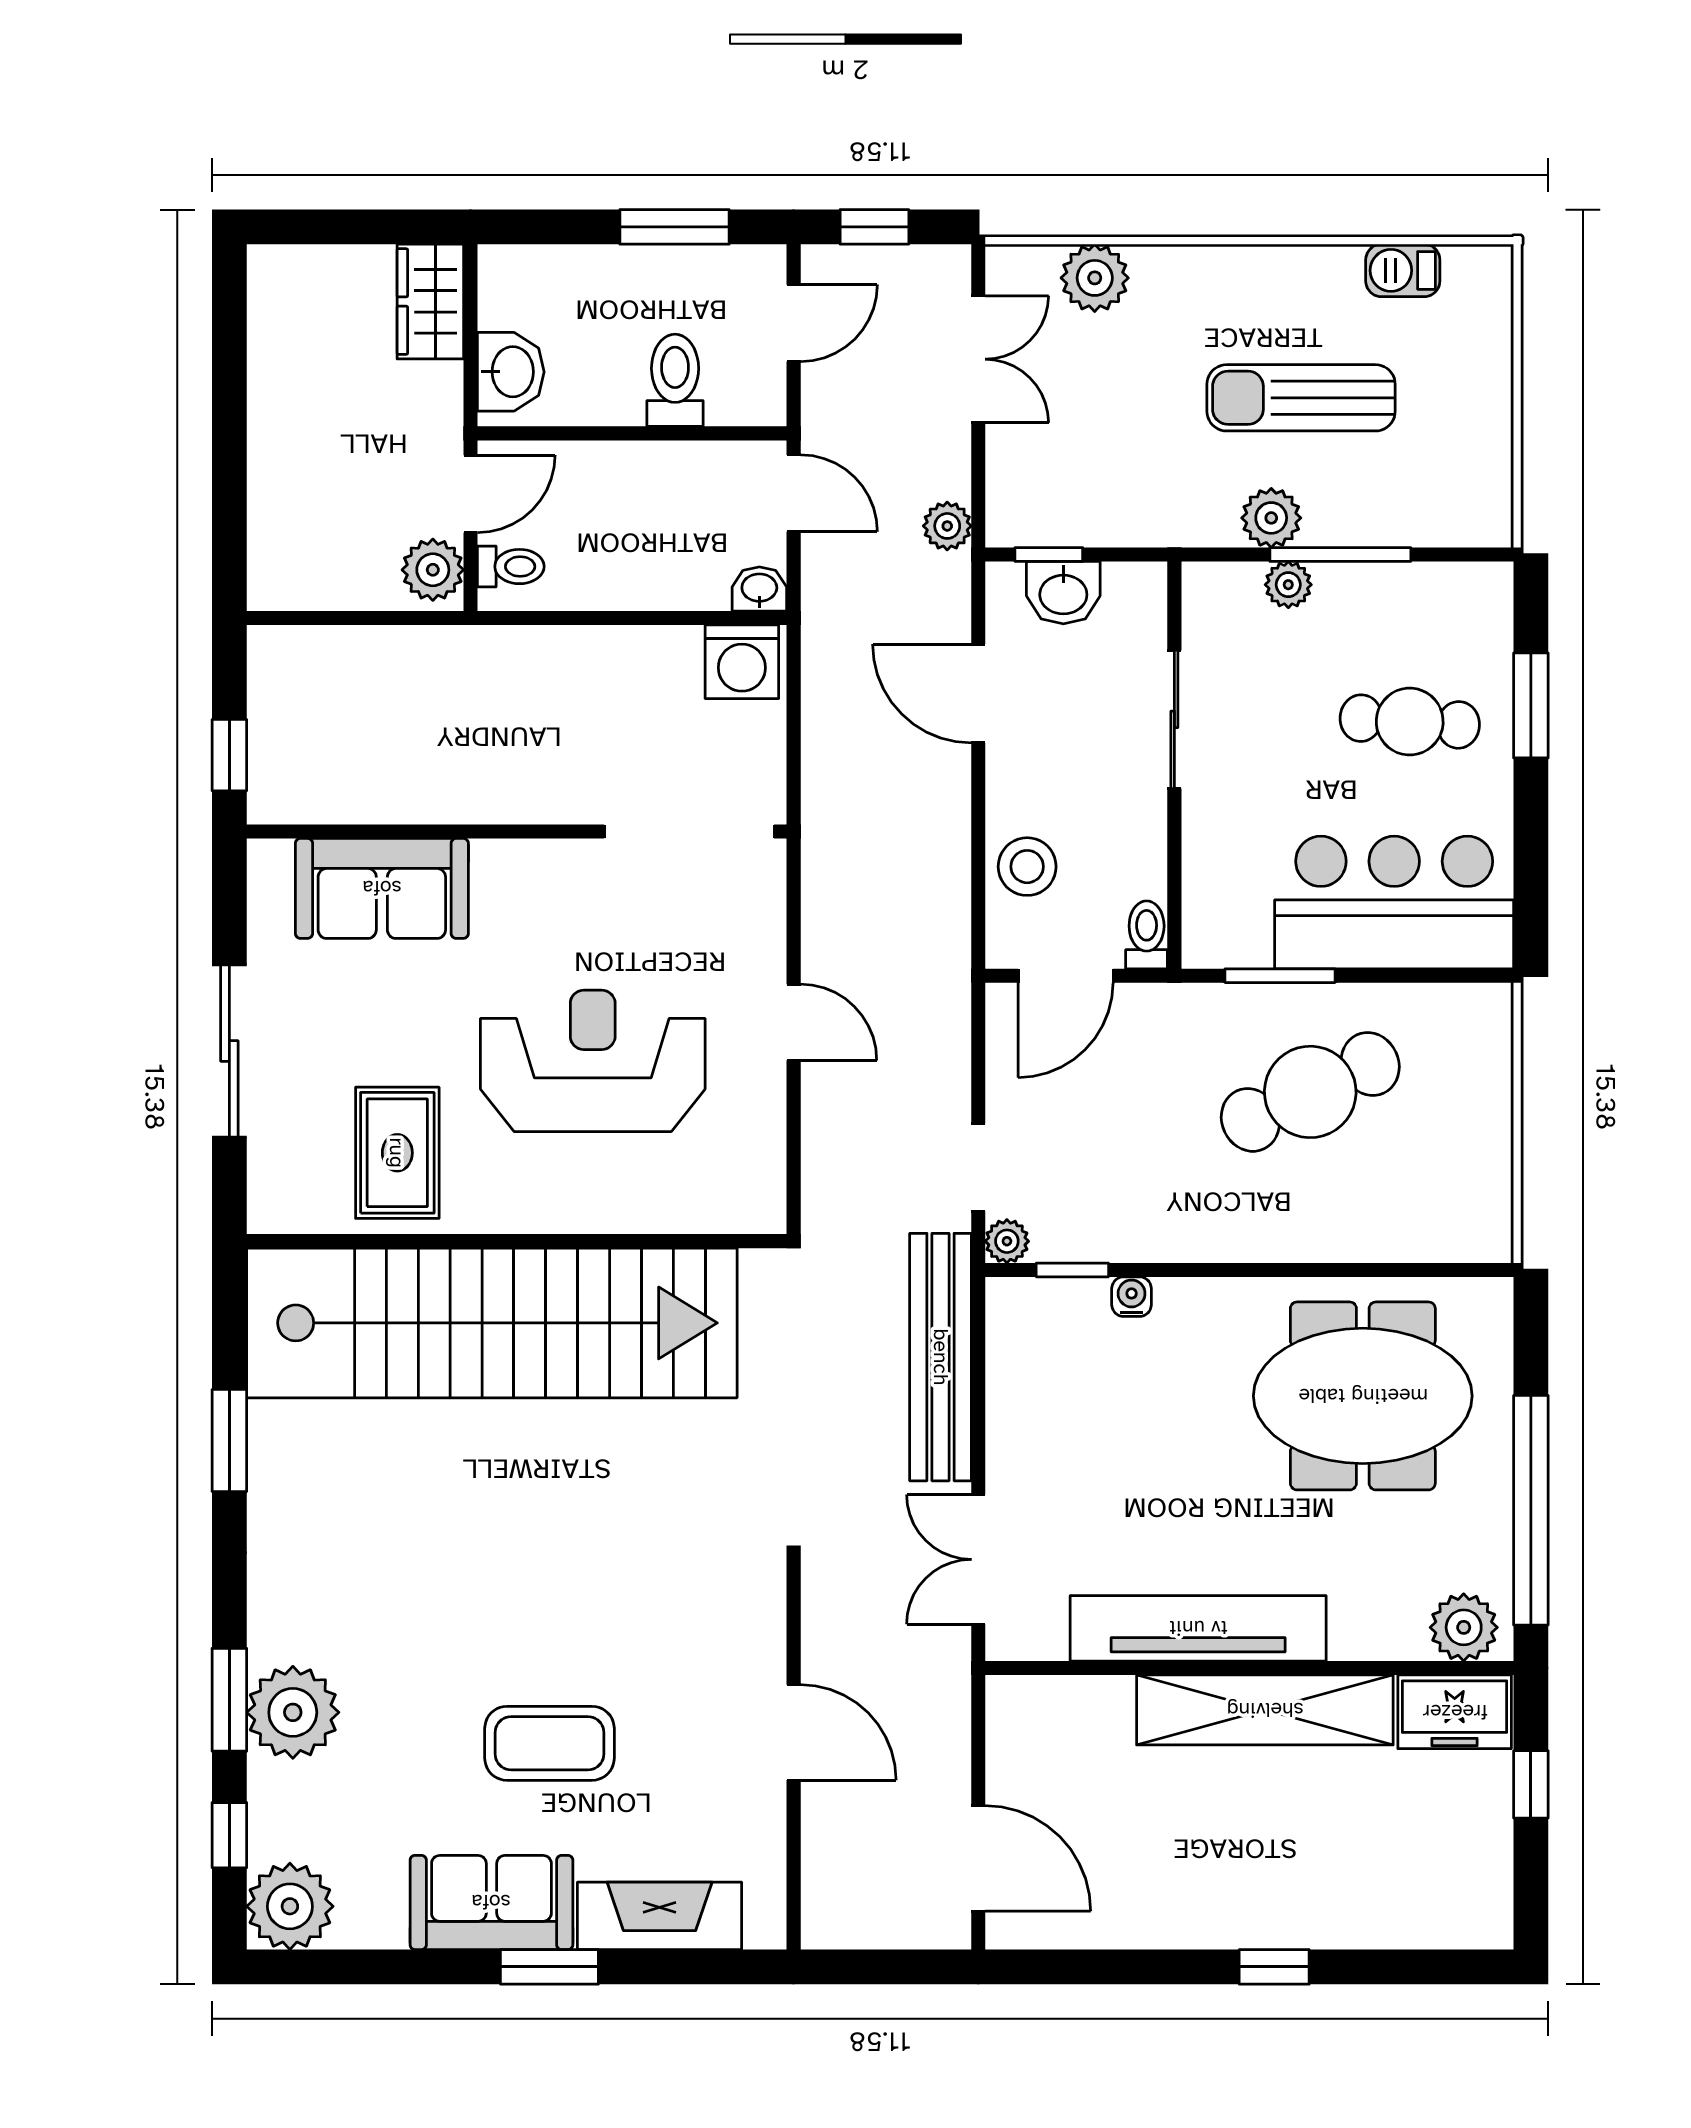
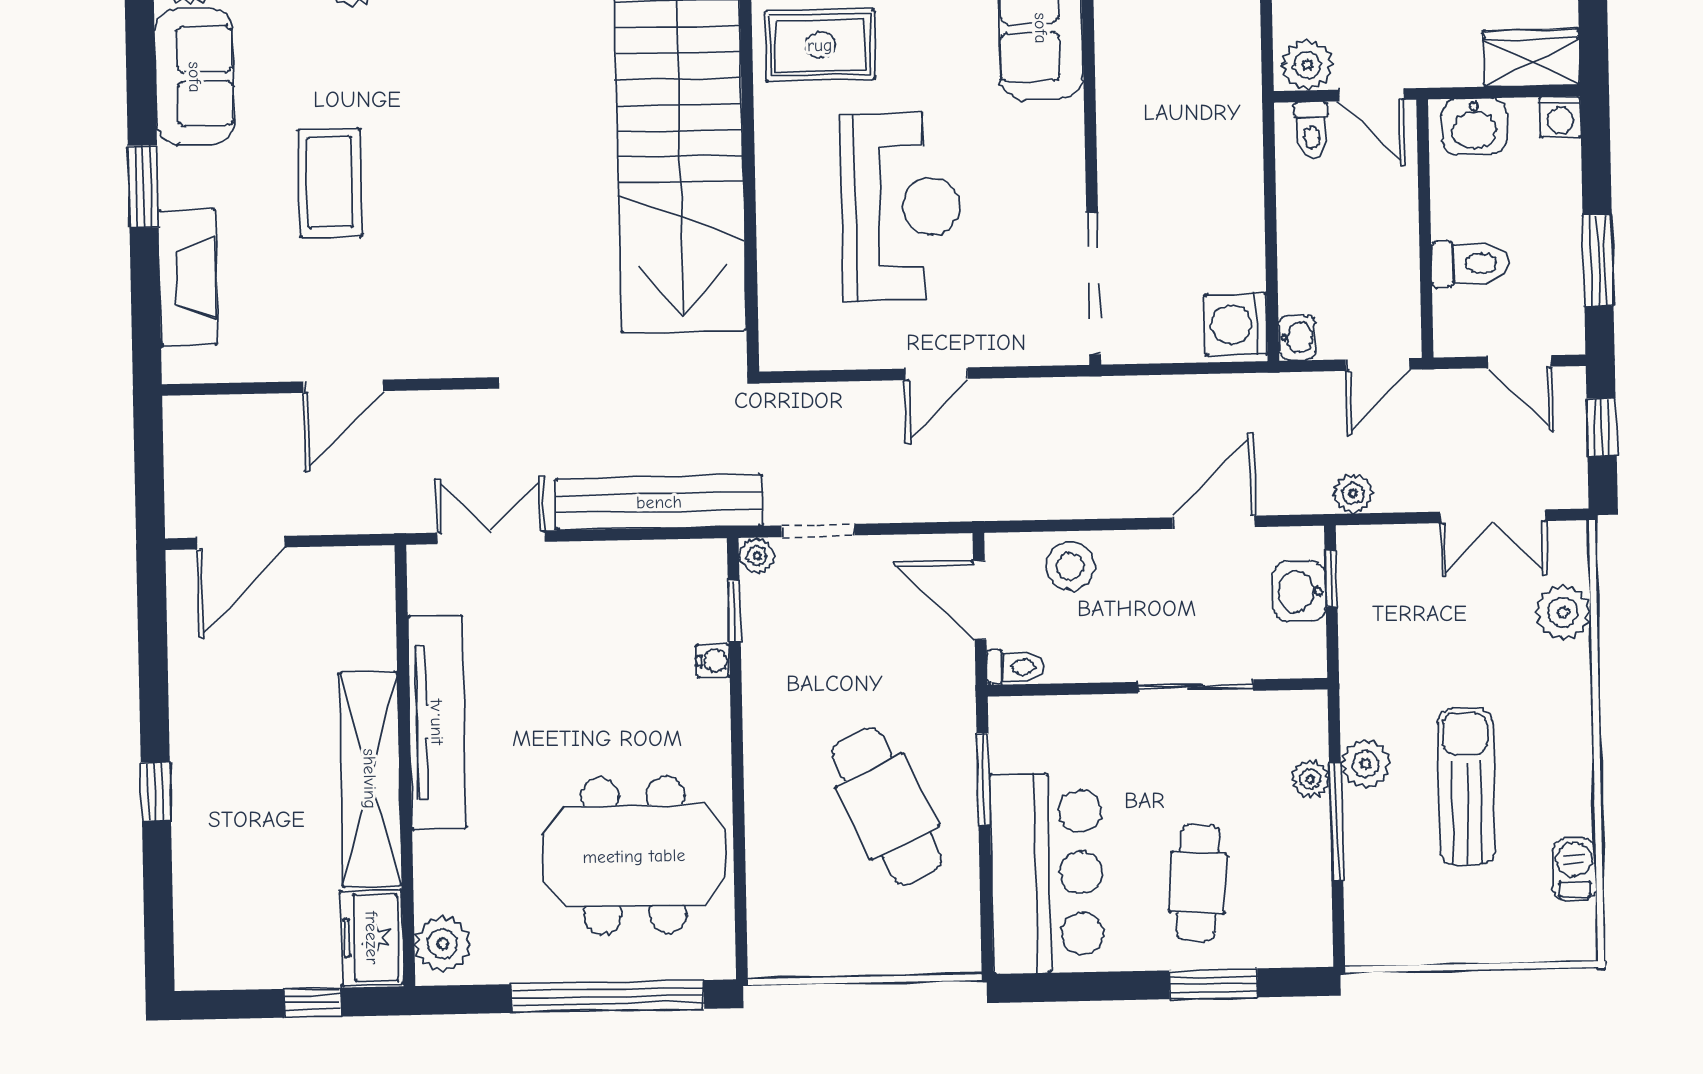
washing machine: (502, 268) -> (1560, 117), added
meeting table: (1363, 1396) -> (634, 856), turned 90
window: (1531, 1510) -> (608, 997), moved
sofa: (491, 1902) -> (195, 77), moved

